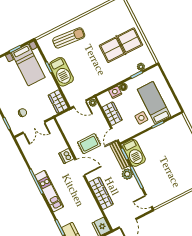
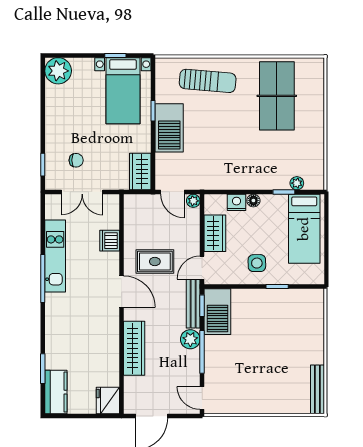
table tennis table: (121, 45) -> (277, 96), moved, turned 90
bed: (154, 103) -> (304, 229), moved, turned 180
dishwasher: (66, 156) -> (110, 241), moved
kitchen unit: (49, 191) -> (55, 256), moved

